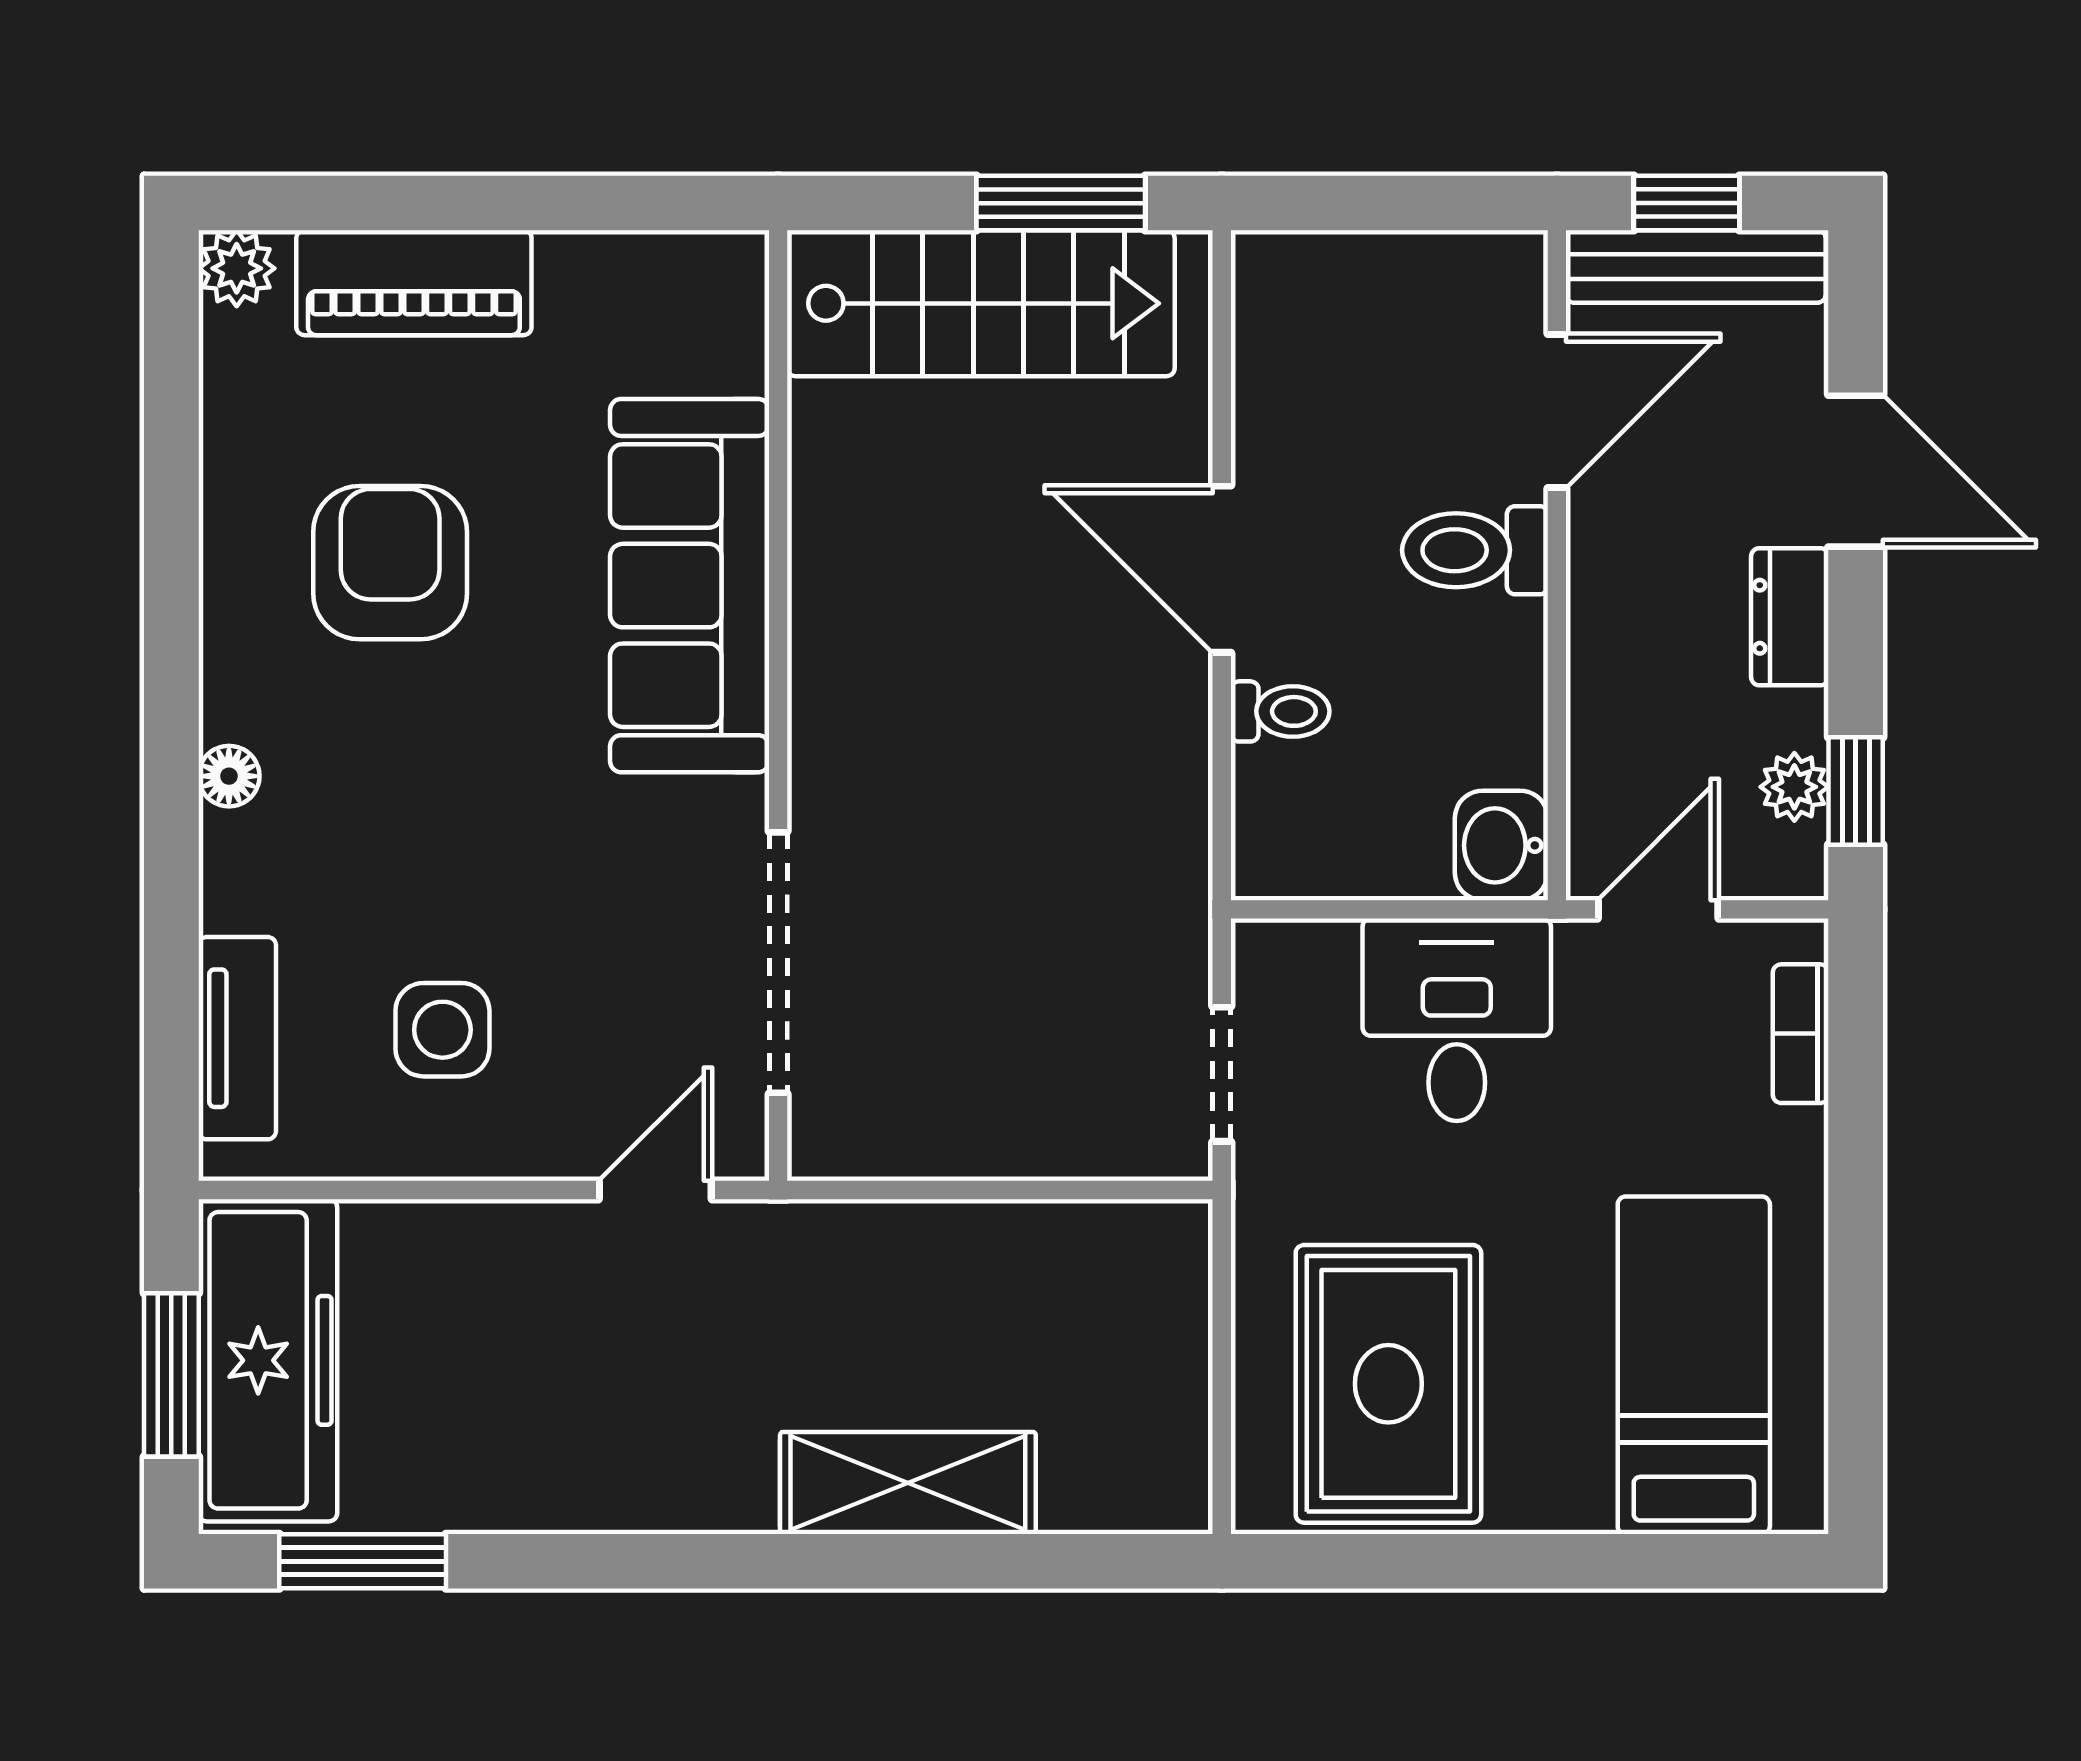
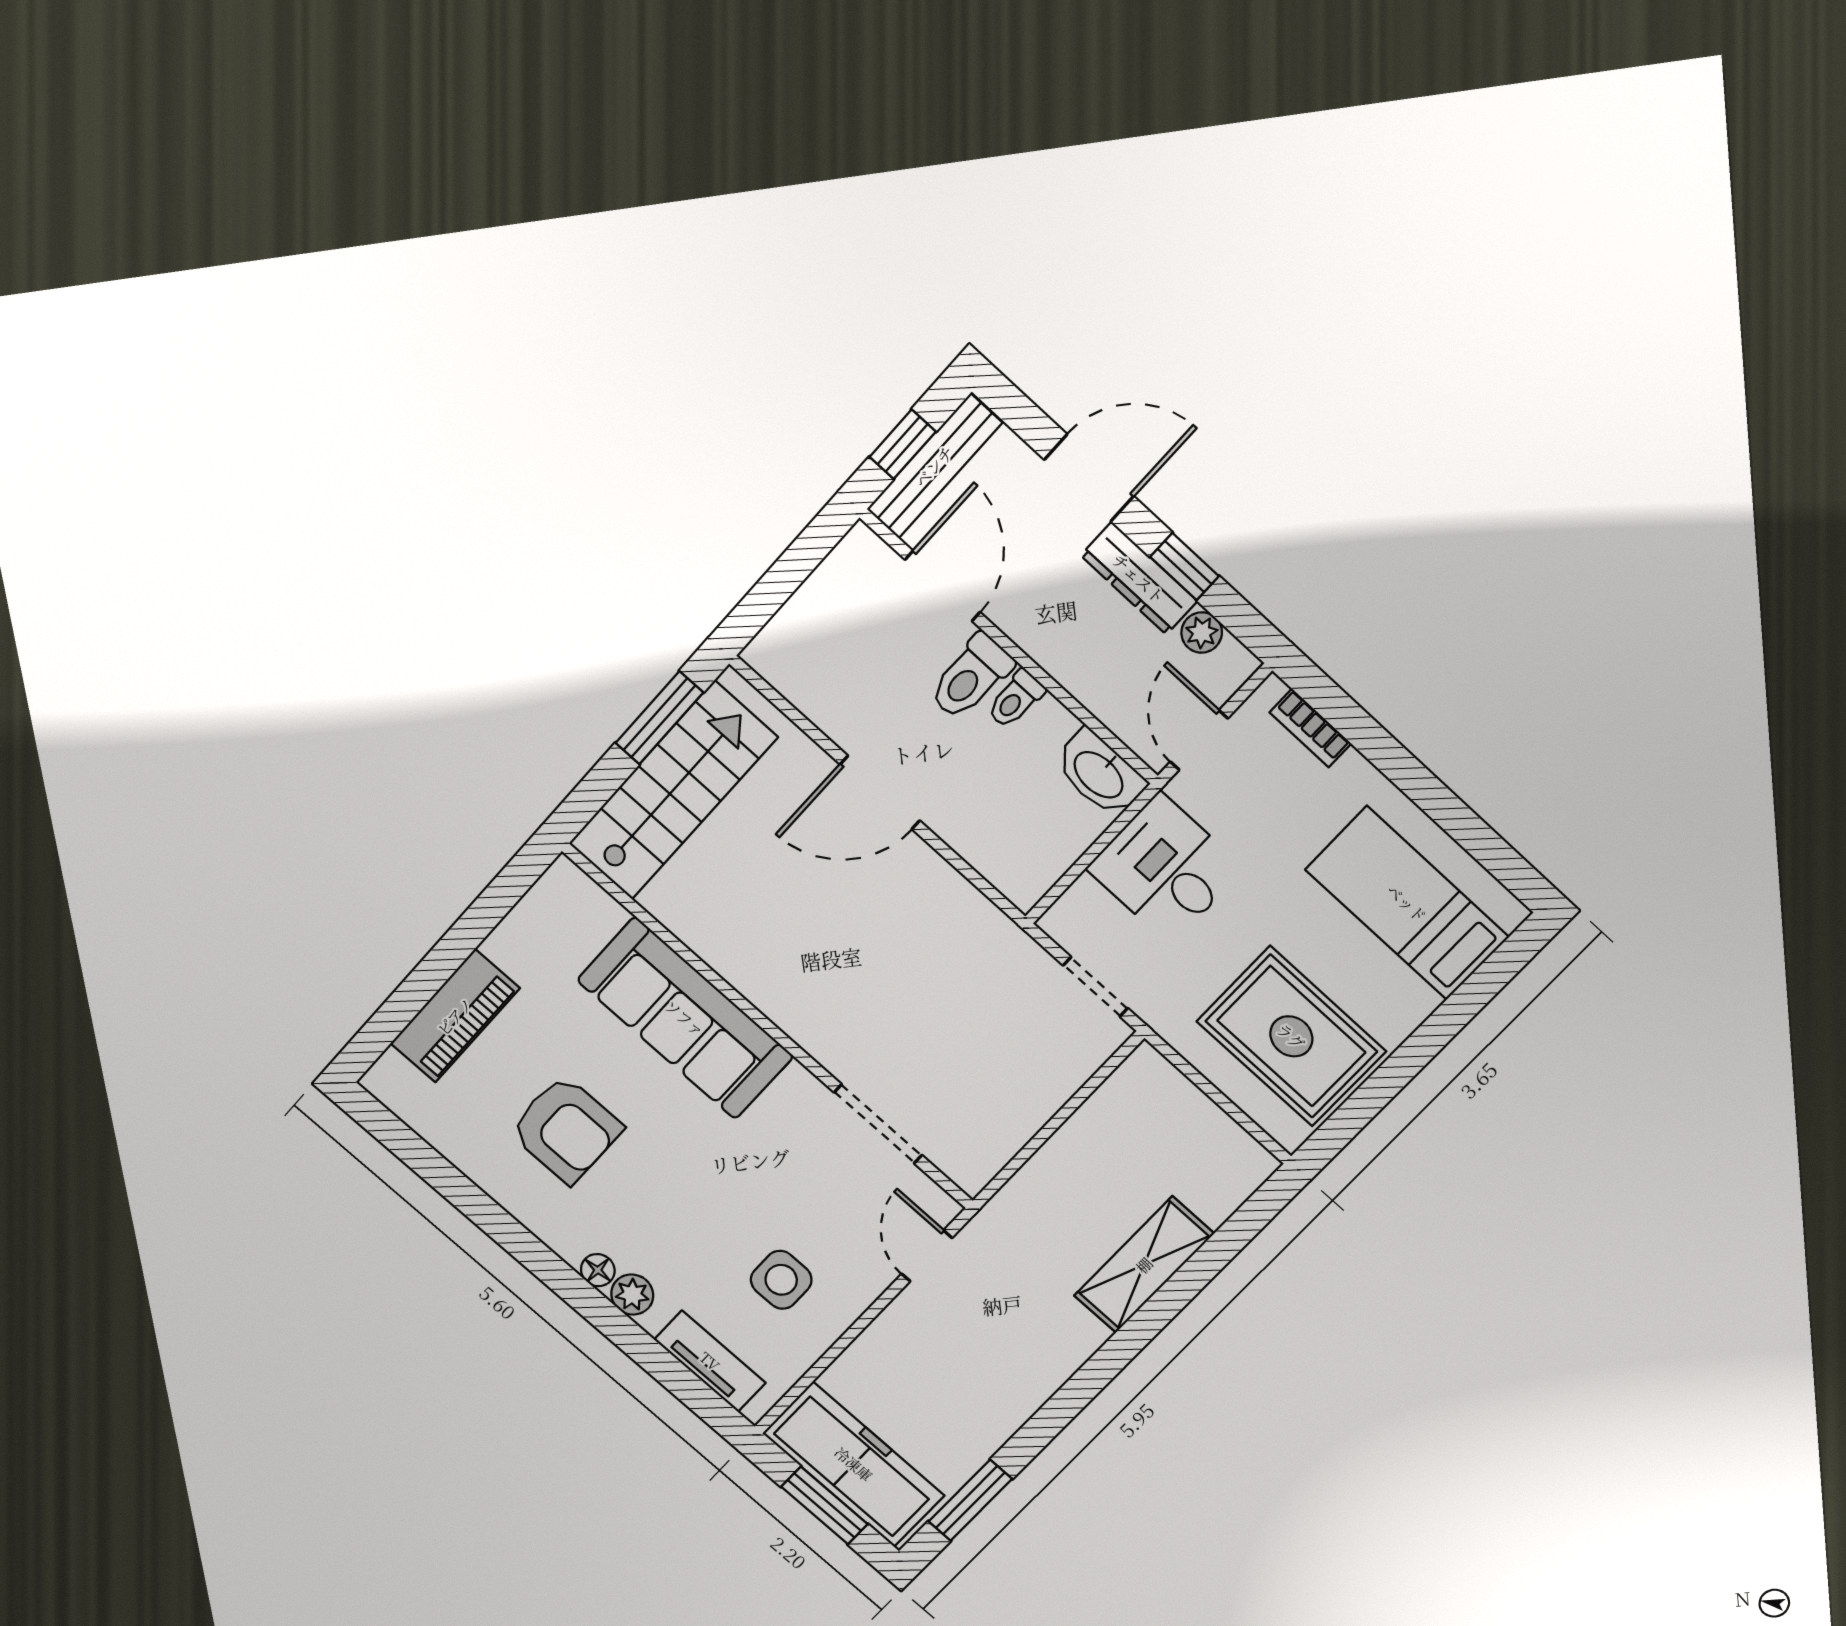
plant: (237, 268) -> (632, 1295), moved
armchair: (390, 563) -> (566, 1129), turned 180
dresser: (1790, 617) -> (1139, 578), width x1.44
toilet: (1280, 711) -> (1016, 699), moved, turned 180
window: (1856, 791) -> (1185, 567), moved
washbasin: (1501, 845) -> (1100, 774), width x1.38
doorway: (778, 963) -> (878, 1124), width x0.73

